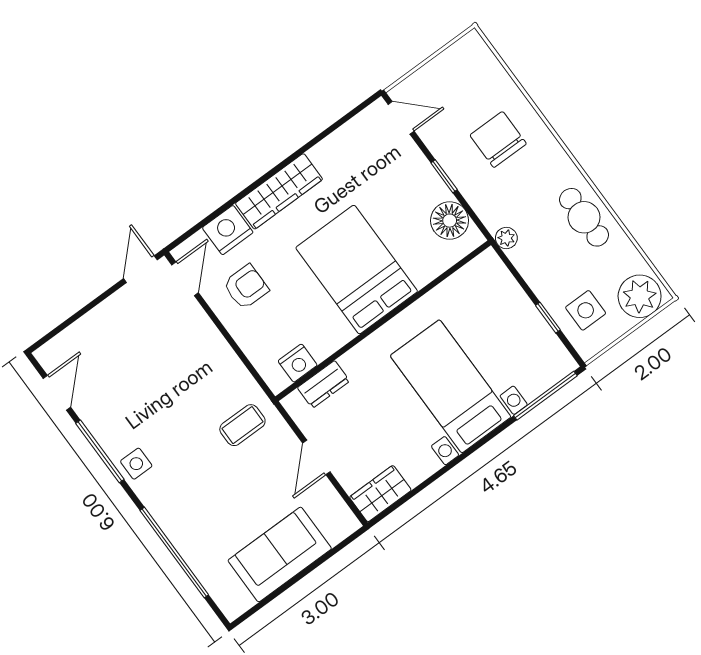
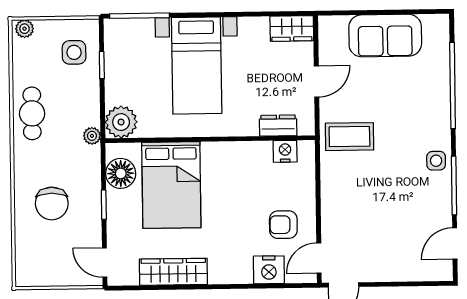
wardrobe: (279, 191) -> (173, 272), moved
bed: (357, 270) -> (171, 185), moved
plant: (487, 273) -> (121, 122), added
plant: (640, 296) -> (25, 29), width x0.53, depth x0.53
coffee table: (242, 425) -> (349, 137), width x1.36, depth x1.30

